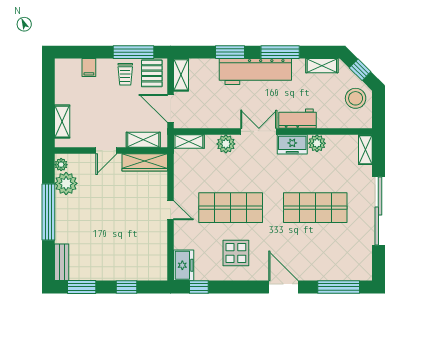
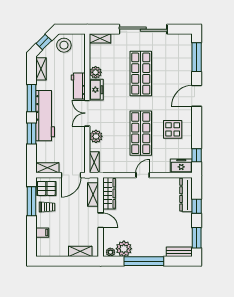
dresser: (143, 272) -> (186, 195), added

